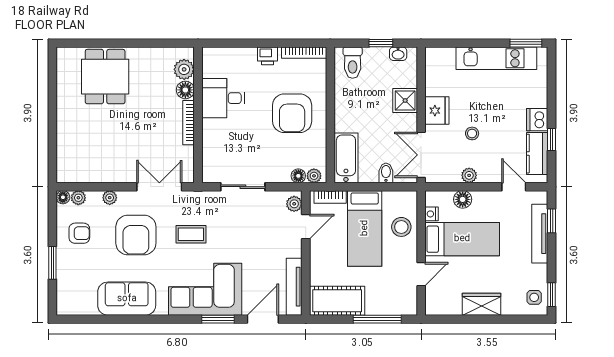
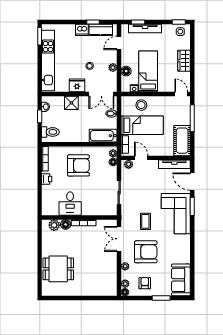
kitchen unit: (496, 58) -> (48, 61), width x1.36
door: (421, 274) -> (181, 94), moved
sofa: (127, 299) -> (181, 280), moved

